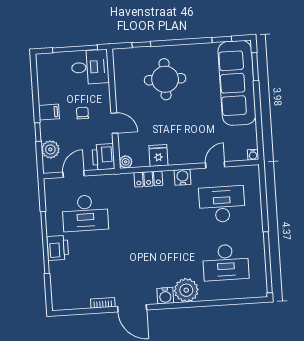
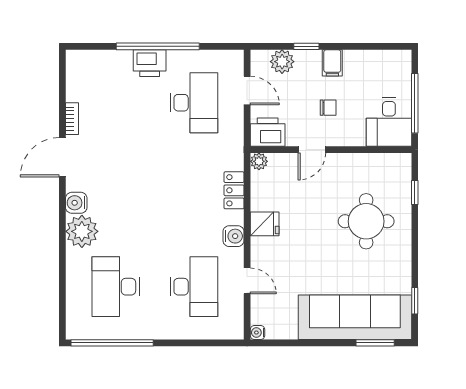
fridge: (158, 155) -> (265, 224), moved
desk: (85, 213) -> (194, 103), turned 180

